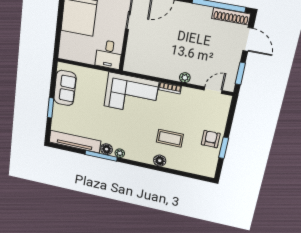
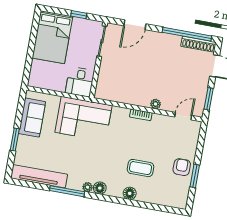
corner sofa: (131, 94) -> (83, 119), moved
floor lamp: (107, 149) -> (100, 188), moved

